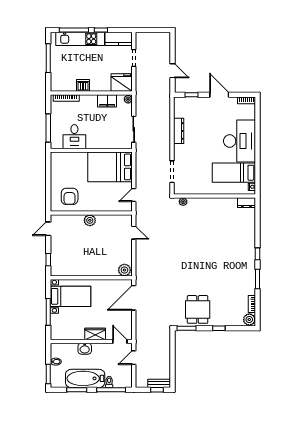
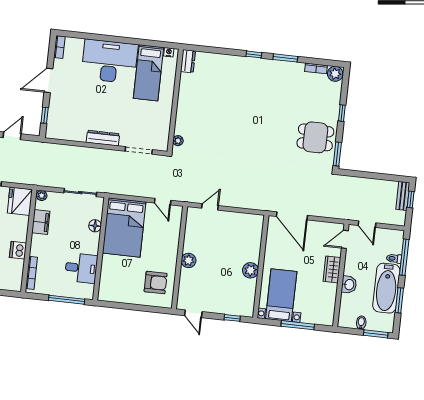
dresser: (179, 131) -> (103, 138), moved
floor lamp: (109, 144) -> (95, 226), added
plant: (124, 270) -> (250, 270), moved

